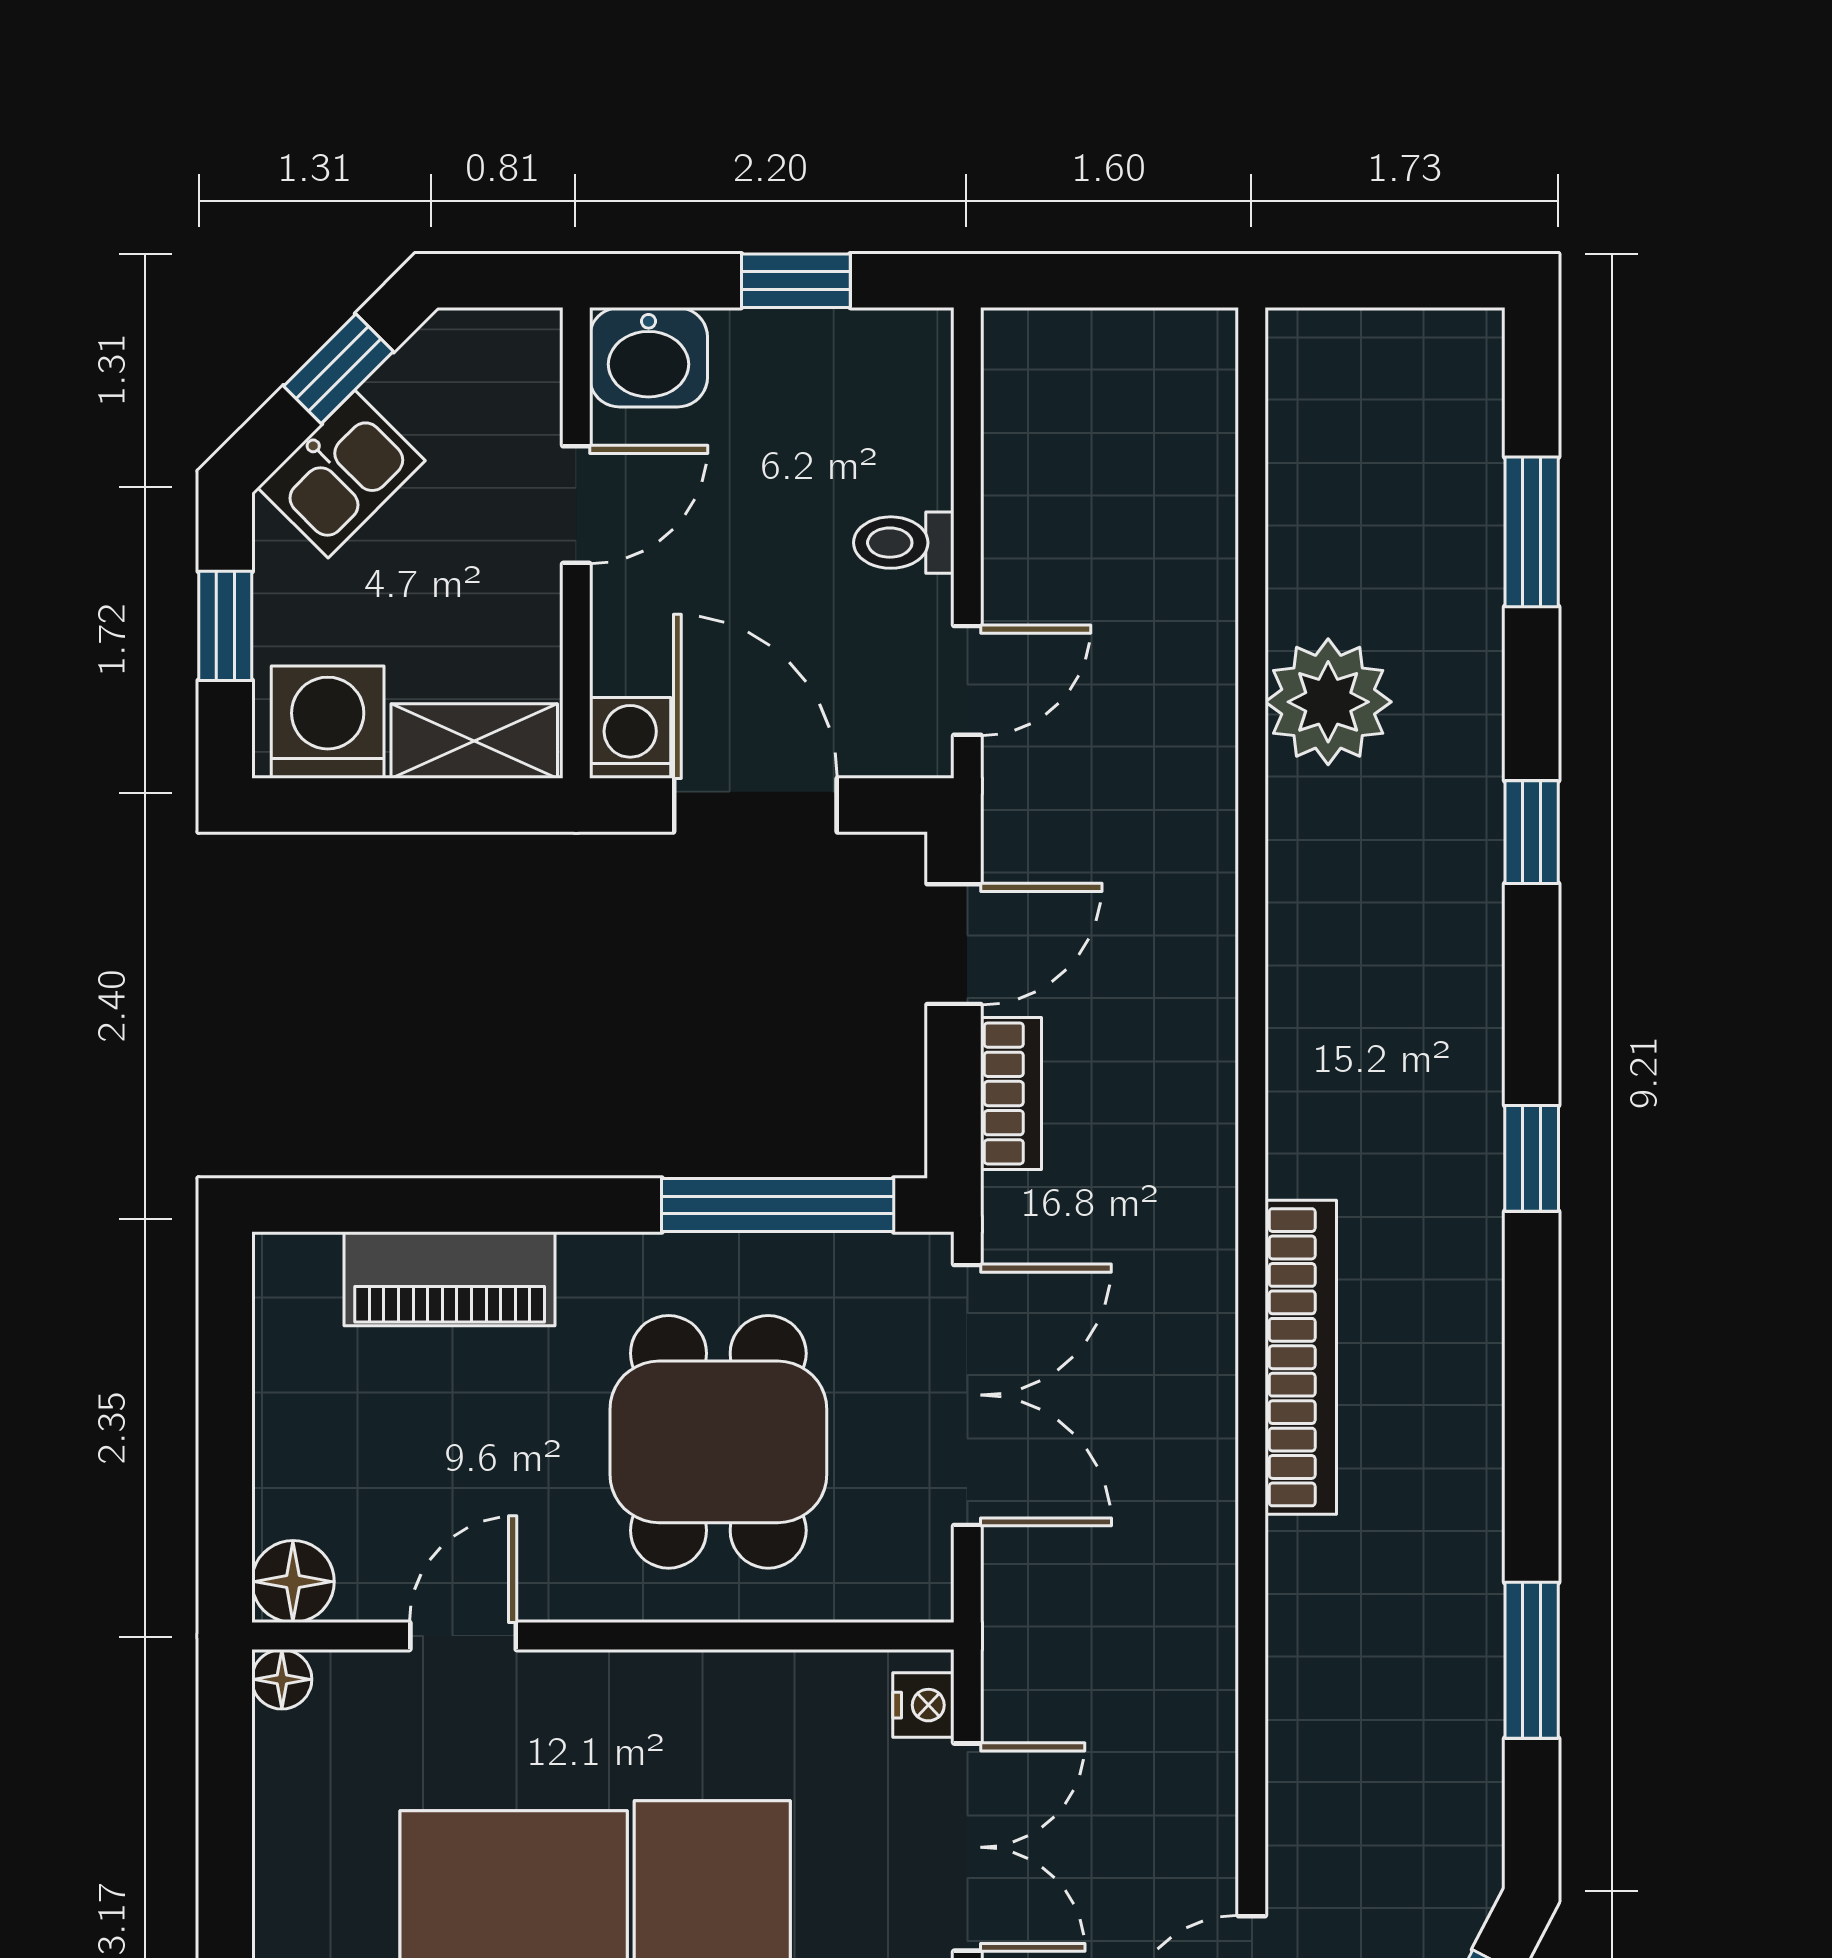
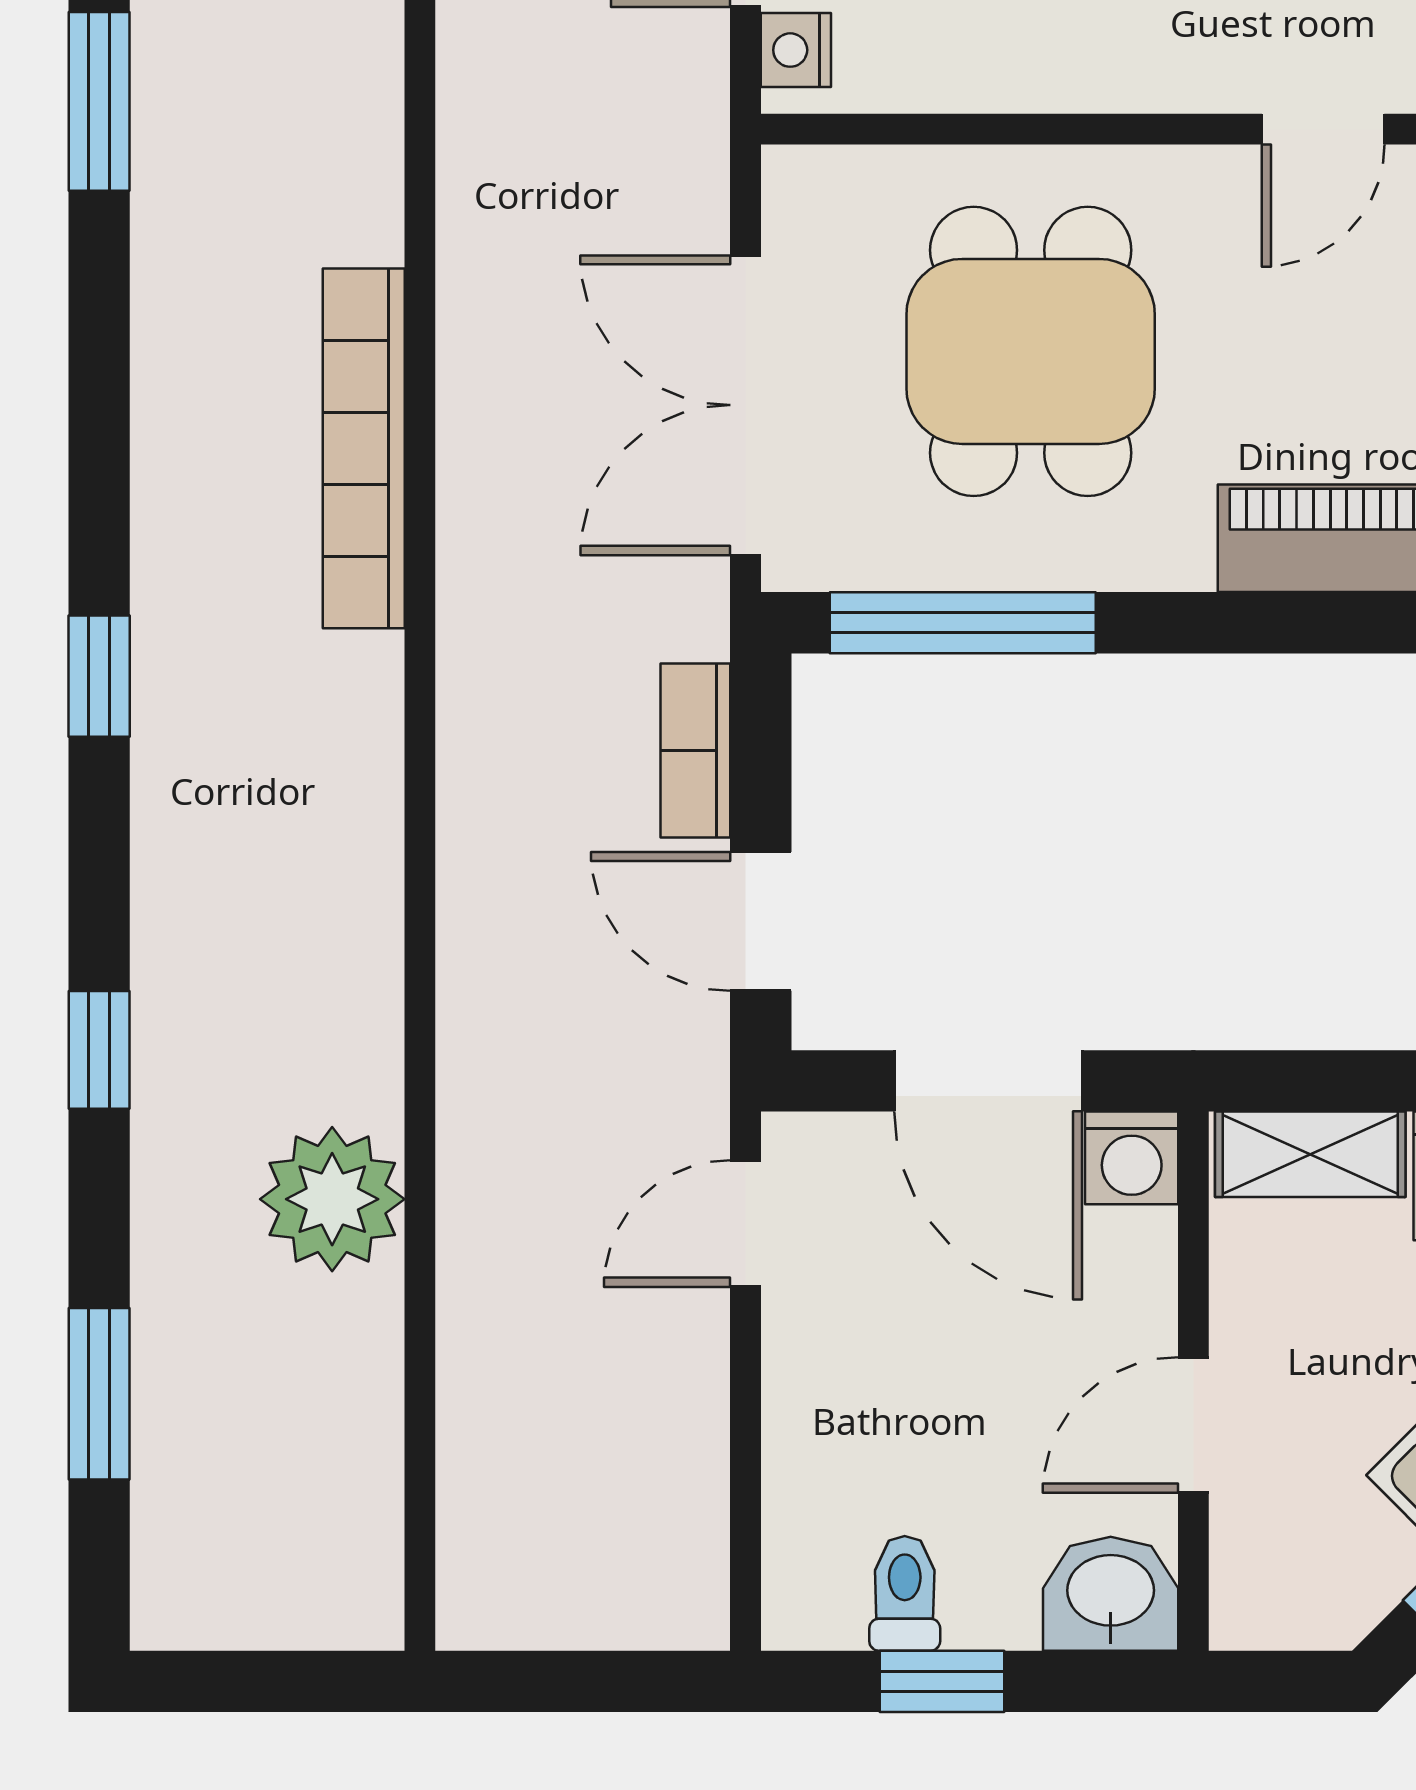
toilet: (904, 543) -> (905, 1593), moved, turned -90
door: (954, 944) -> (761, 921), hinge flipped

